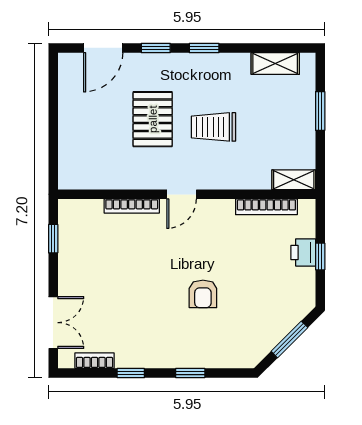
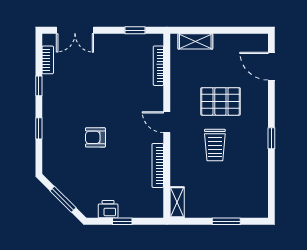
window: (156, 48) -> (271, 104), removed
shelving: (275, 63) -> (195, 41), moved, turned 90
trolley: (214, 127) -> (215, 145), turned 180
bookcase: (132, 206) -> (158, 66), moved
bookcase: (266, 207) -> (158, 165), moved
printer: (303, 252) -> (108, 209), moved

